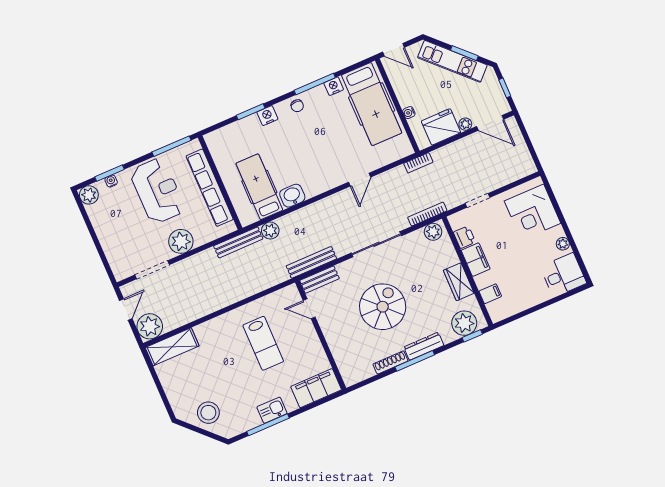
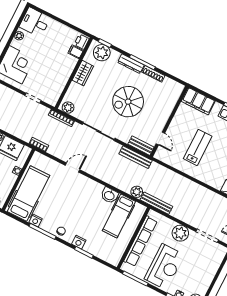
reception desk: (157, 191) -> (164, 267), turned 180
printer: (464, 237) -> (82, 42), moved
filing cabinet: (476, 260) -> (64, 74), removed

